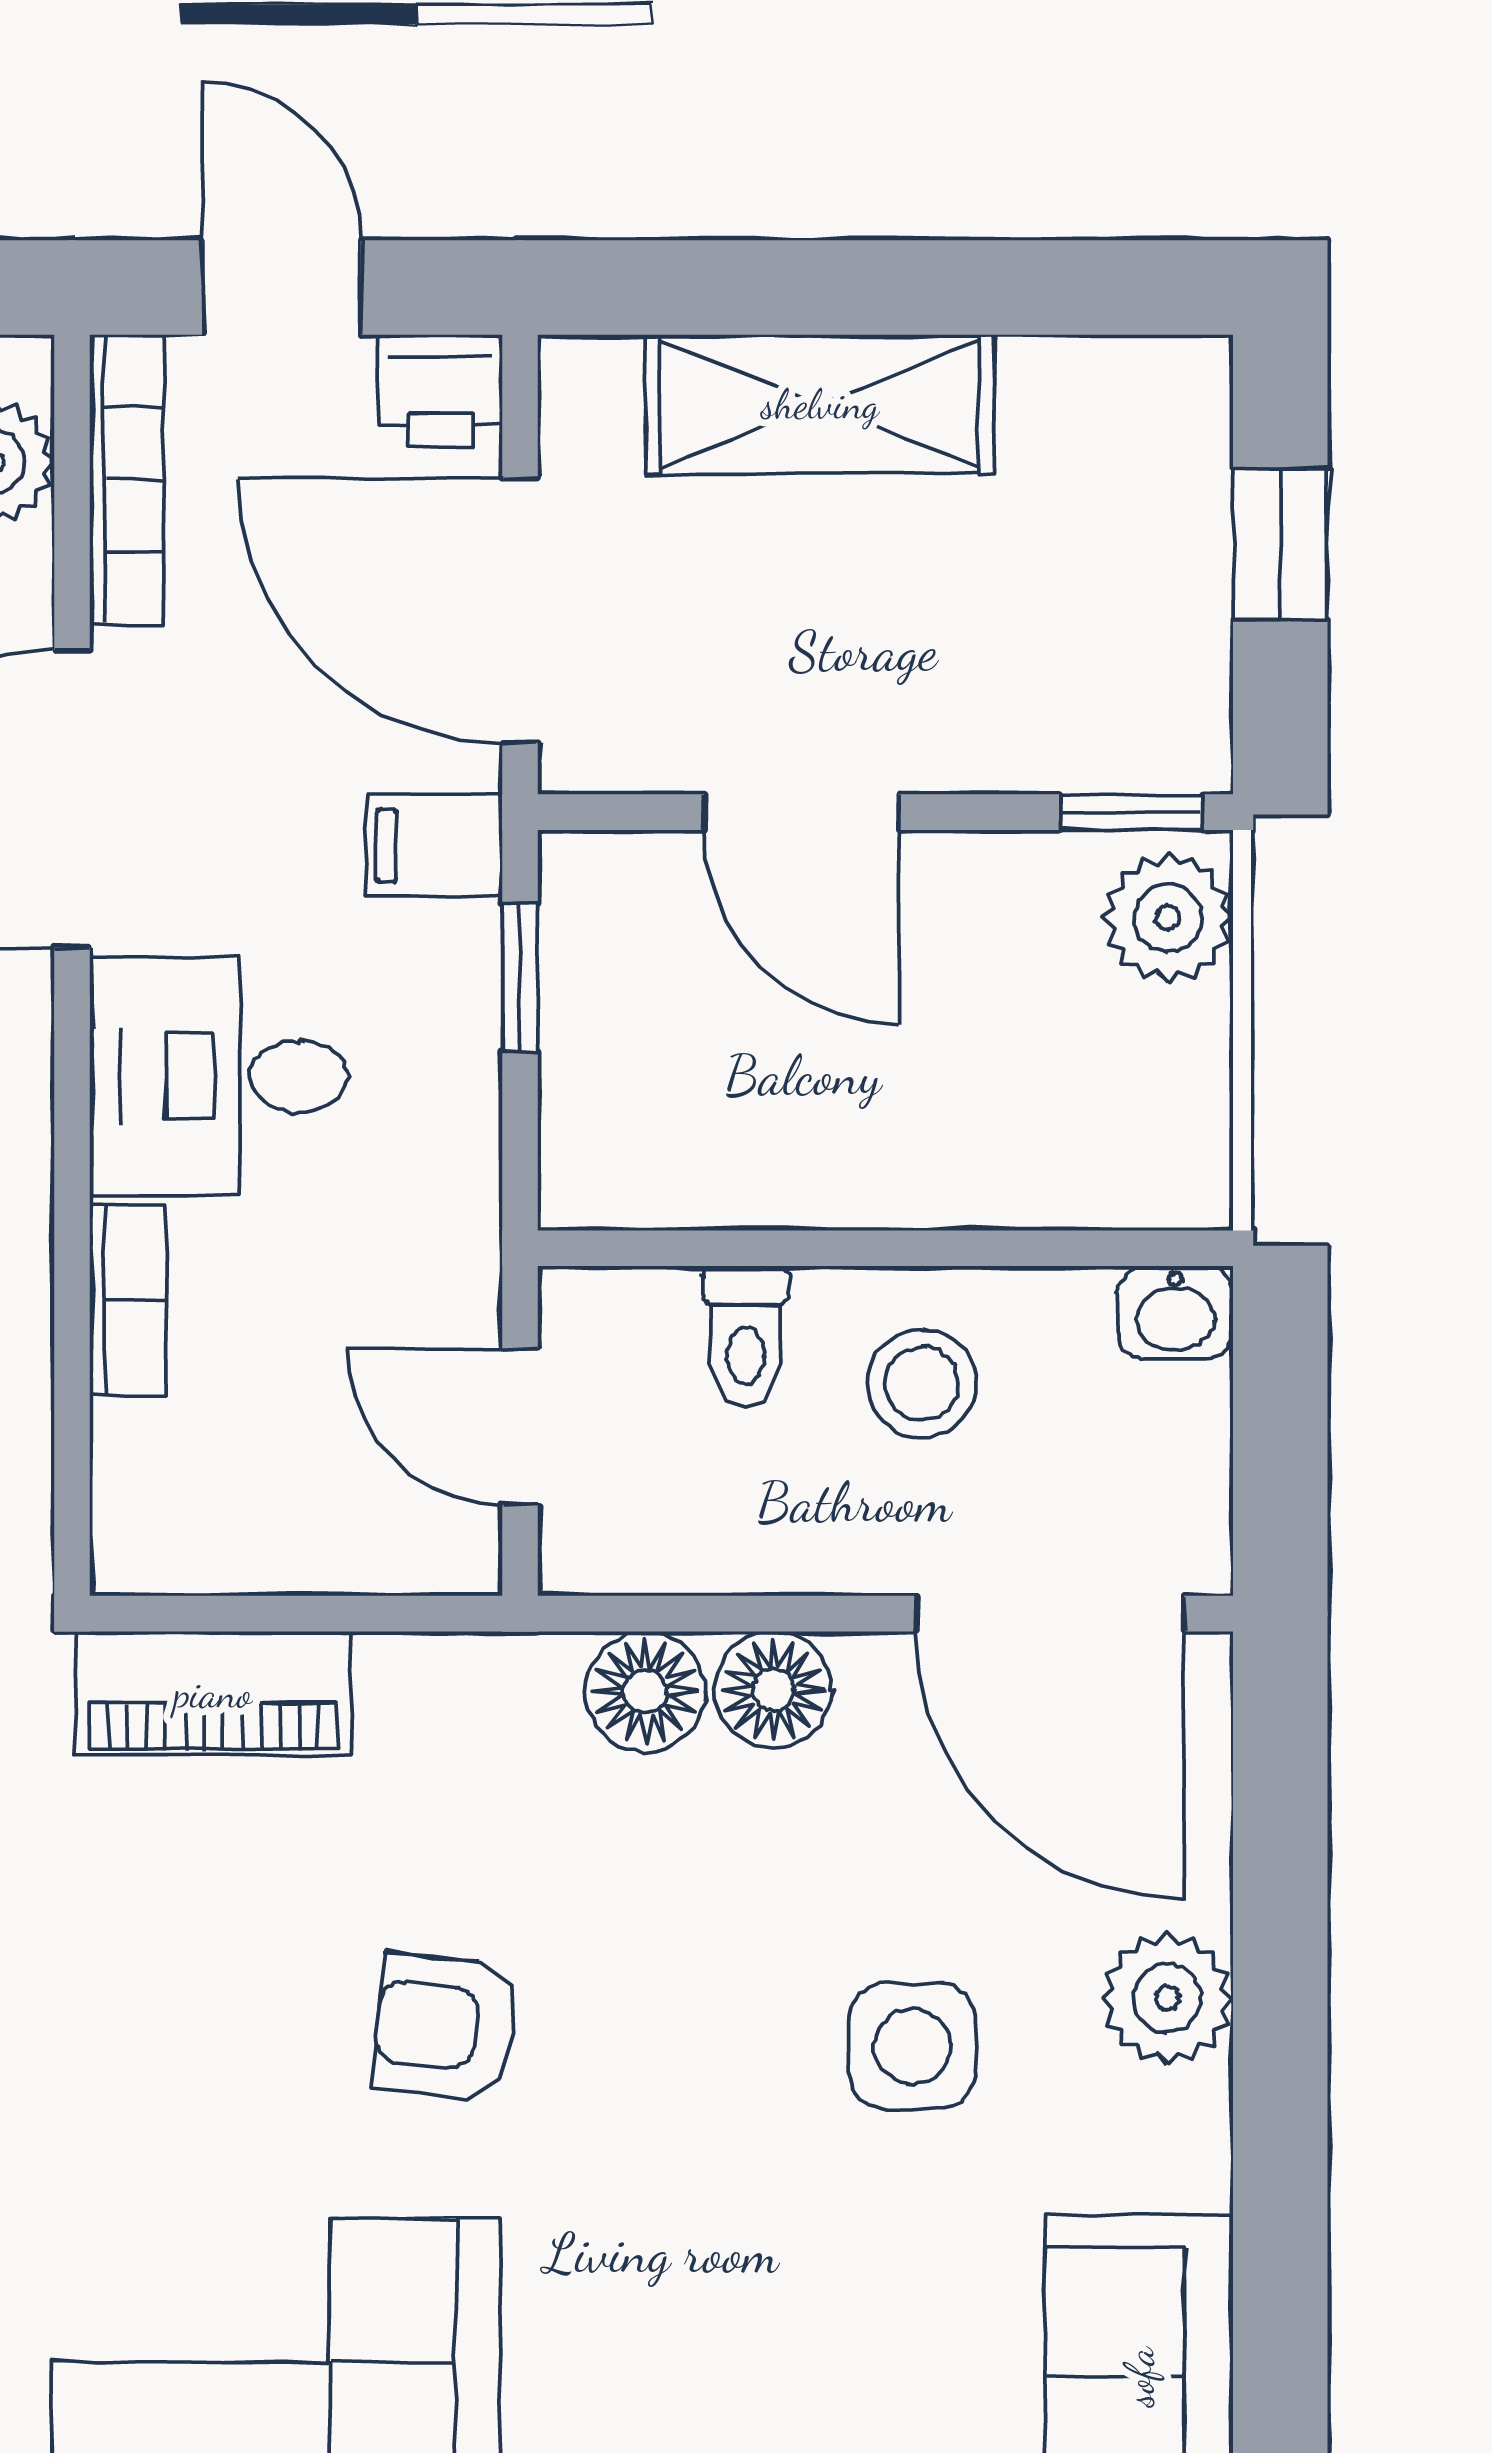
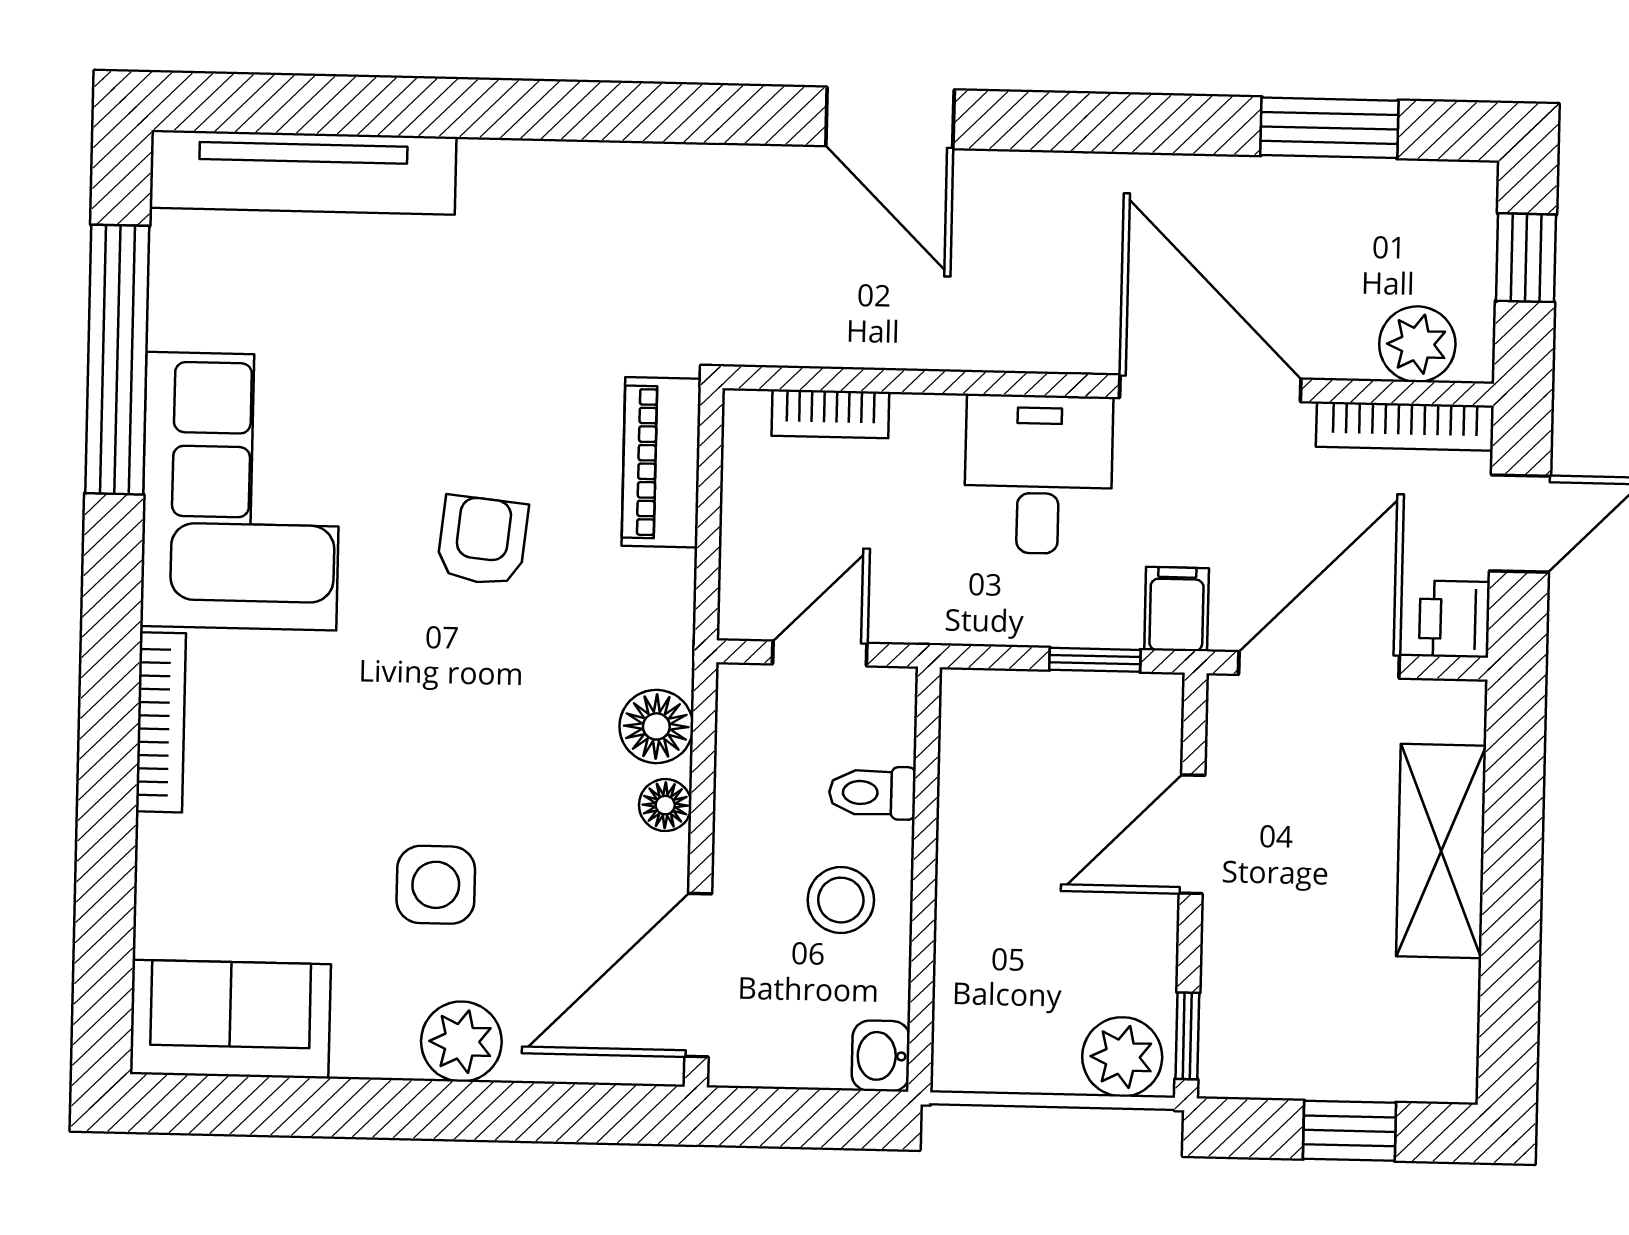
bookcase: (128, 1301) -> (830, 414), moved
floor lamp: (773, 1690) -> (665, 805), width x0.73, depth x0.73
armchair: (446, 2027) -> (482, 541), moved

